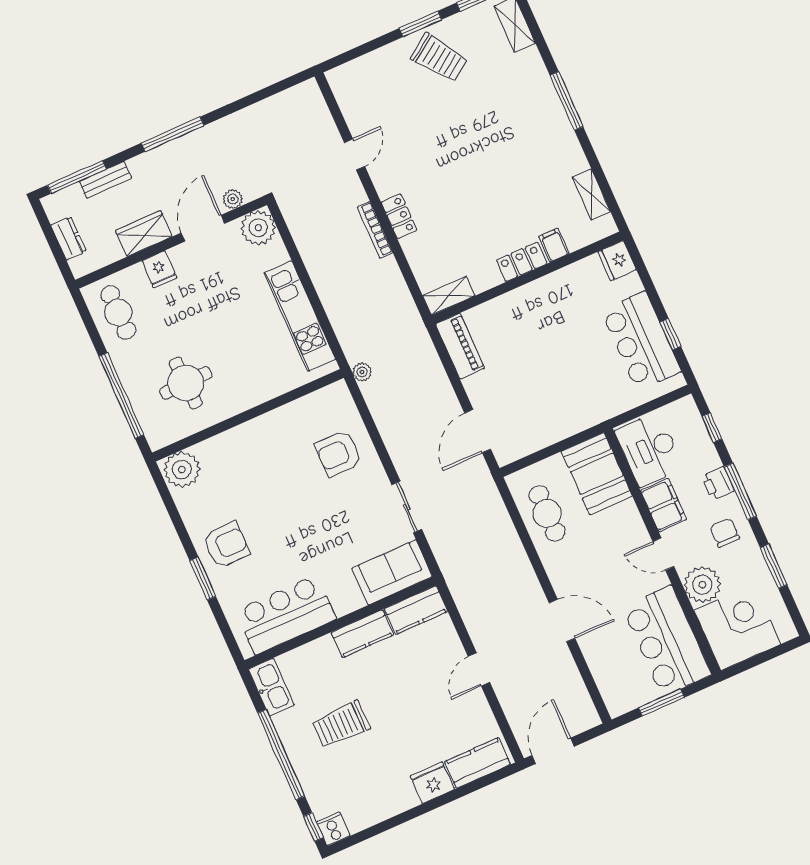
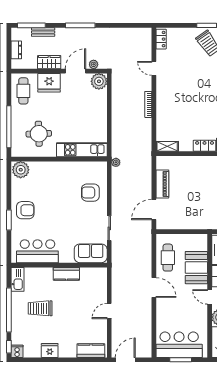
door: (354, 154) -> (154, 68), swing flipped
locker: (399, 216) -> (161, 39), moved
fridge: (159, 269) -> (49, 83), width x1.88, depth x1.34
kitchen unit: (300, 316) -> (82, 150), moved, turned 90
piano: (460, 346) -> (162, 184), moved
booth: (597, 474) -> (196, 268), moved
kitchen counter: (416, 610) -> (94, 274), removed
door: (562, 621) -> (154, 288), moved
bar counter: (667, 641) -> (179, 345), moved, turned 90
fridge: (432, 783) -> (50, 350), moved

